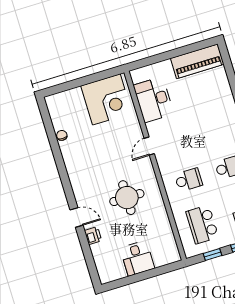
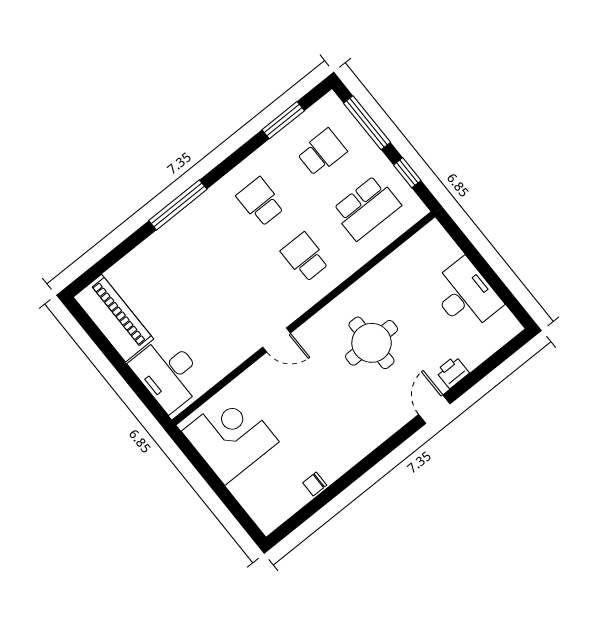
desk: (154, 100) -> (168, 373), moved, turned 90
desk: (137, 258) -> (465, 295), width x1.37

